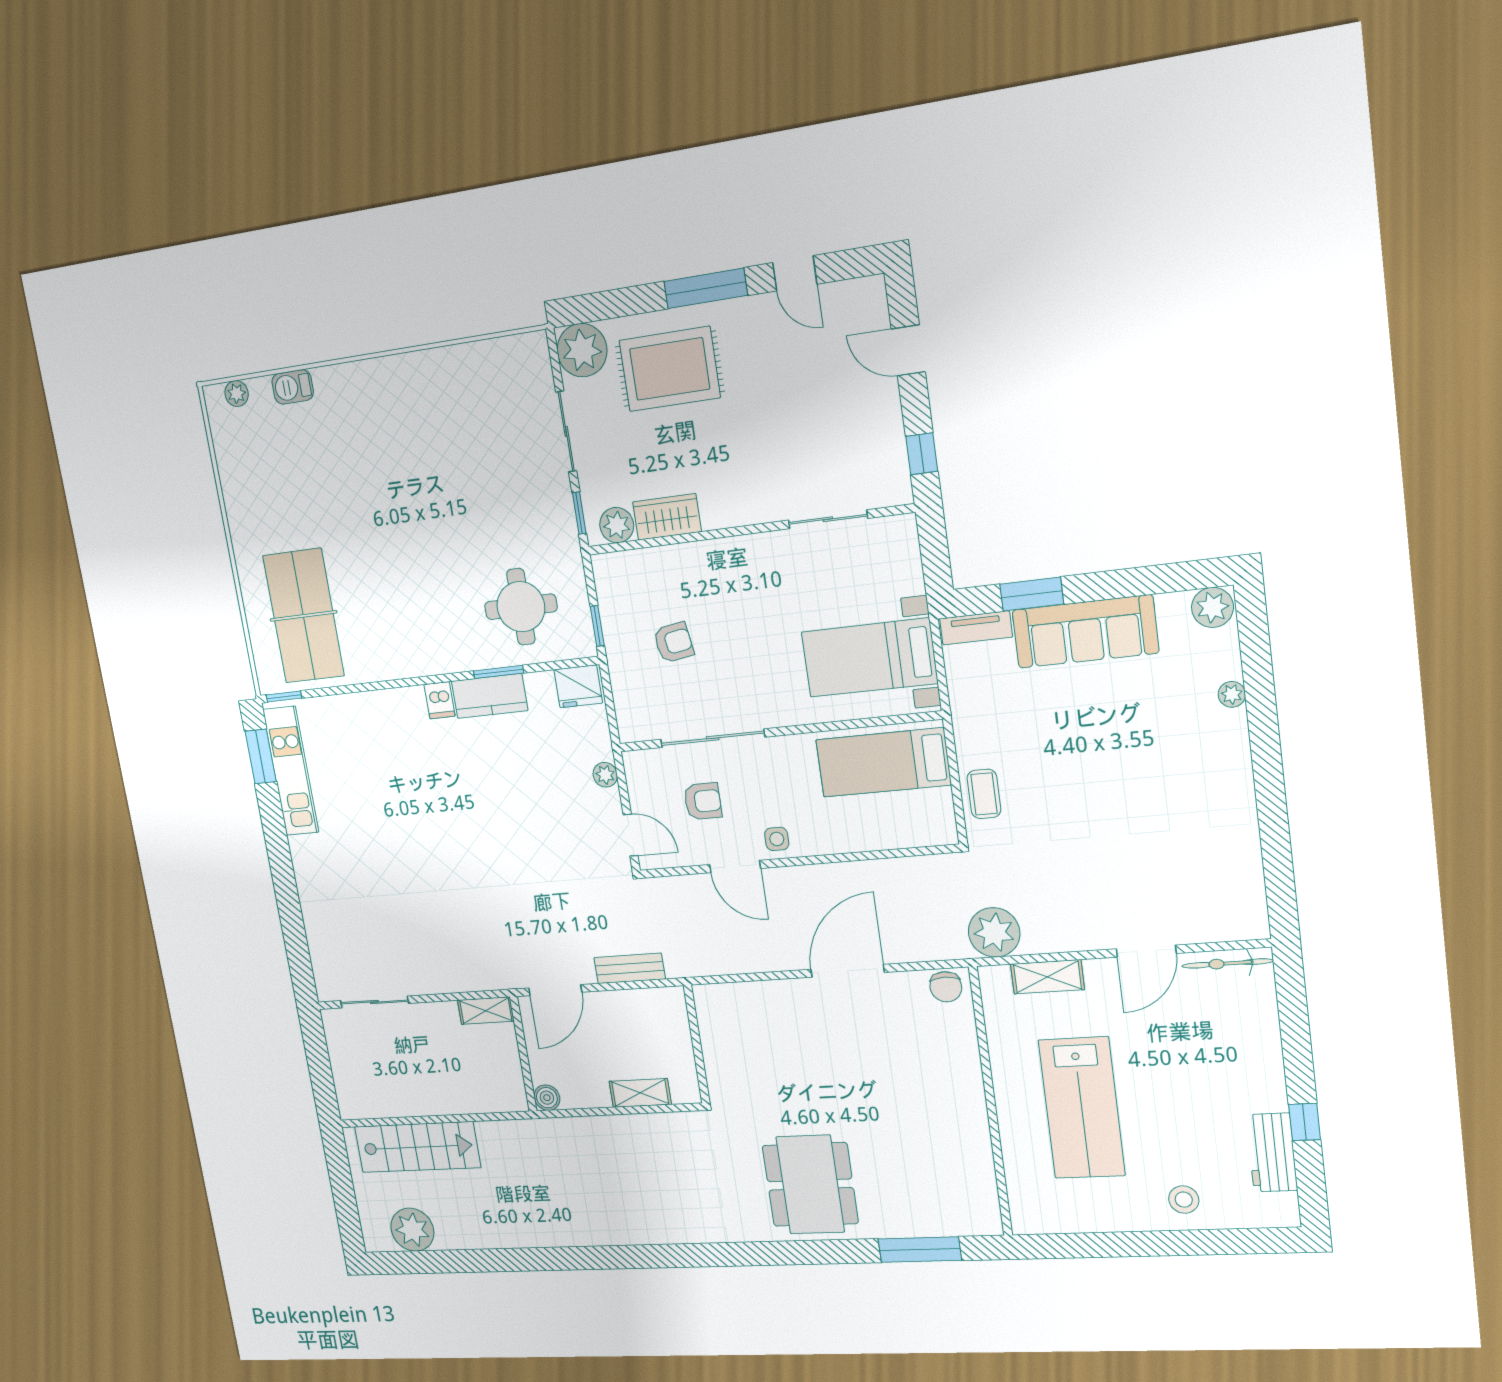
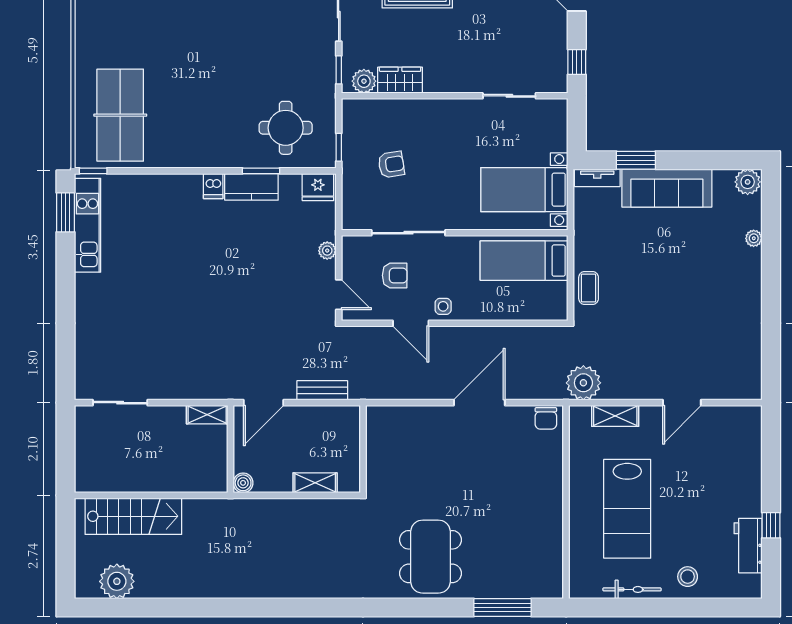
bicycle: (1227, 963) -> (632, 589), moved, turned 180

